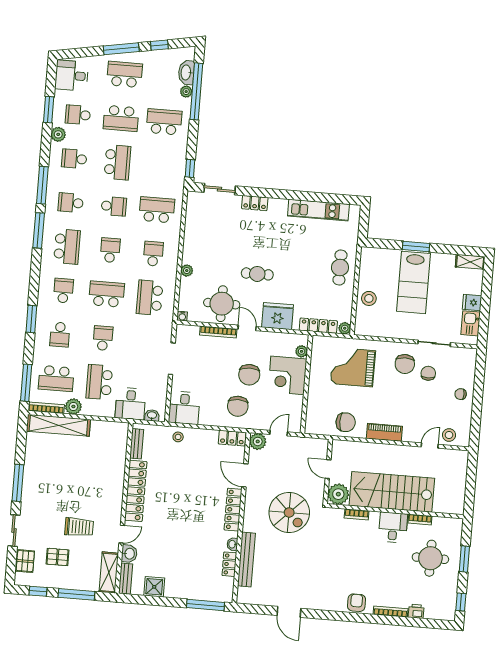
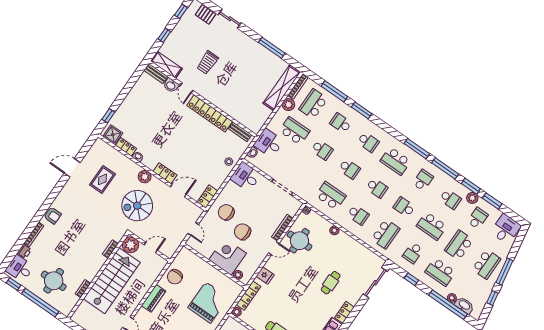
school desk: (164, 122) -> (440, 272), turned 90
window: (46, 144) -> (471, 186), added
school desk: (74, 159) -> (450, 199), turned 90
school desk: (160, 166) -> (413, 253), added
window: (190, 168) -> (411, 279), moved
sliding door: (220, 189) -> (375, 283), width x1.37
locker: (255, 203) -> (344, 312), moved
school desk: (114, 206) -> (404, 207), turned 90
cafe table: (257, 274) -> (331, 283), moved
school desk: (107, 294) -> (349, 169), width x0.54
fridge: (278, 316) -> (265, 276), width x0.53, depth x0.75
window: (26, 383) -> (334, 91), moved
plant: (258, 441) -> (145, 177), moved
window: (18, 483) -> (272, 48), moved
locker: (233, 510) -> (165, 173), width x0.66
desk: (393, 527) -> (20, 268), moved, turned 180
pallet: (57, 557) -> (196, 37), removed
bench: (246, 559) -> (123, 160), removed
window: (464, 559) -> (40, 303), width x2.11
rug: (282, 570) -> (102, 179), added
shower: (154, 587) -> (113, 135), moved
window: (76, 594) -> (164, 35), width x0.46
window: (205, 605) -> (108, 116), width x0.46

